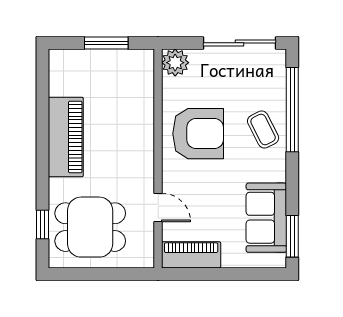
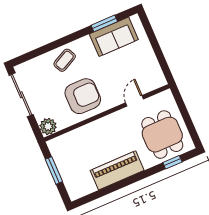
window: (292, 110) -> (46, 48), removed
armchair: (198, 134) -> (83, 96), turned 90
window: (292, 236) -> (104, 23), moved
piano: (191, 255) -> (153, 70), removed

